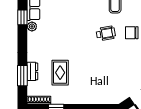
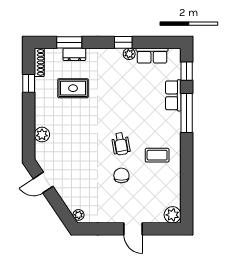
window: (22, 17) -> (123, 42), moved
plant: (98, 98) -> (42, 135), added

